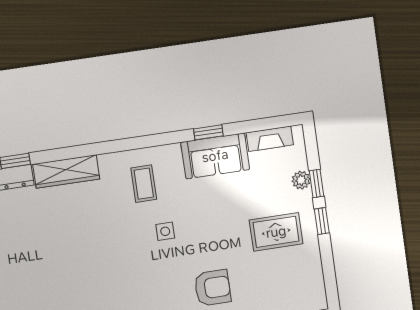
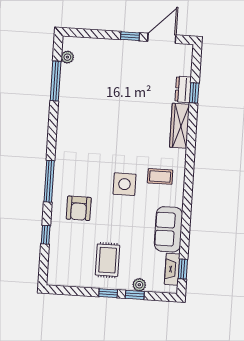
window: (208, 132) -> (183, 269), moved
side table: (165, 231) -> (124, 184), width x1.87, depth x1.87

